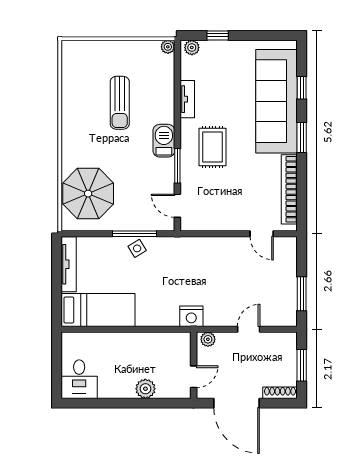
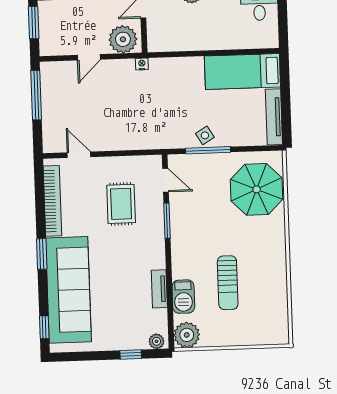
plant: (168, 47) -> (187, 335), width x1.87, depth x1.87
window: (302, 88) -> (44, 327), moved
sun lounger: (120, 103) -> (228, 283), turned 180
barbecue: (164, 141) -> (183, 297), moved
rug: (212, 147) -> (121, 204), moved
window: (302, 294) -> (36, 95), width x1.44
nightstand: (191, 316) -> (142, 64), width x0.53, depth x0.56
plant: (208, 339) -> (123, 39), width x1.88, depth x1.88

